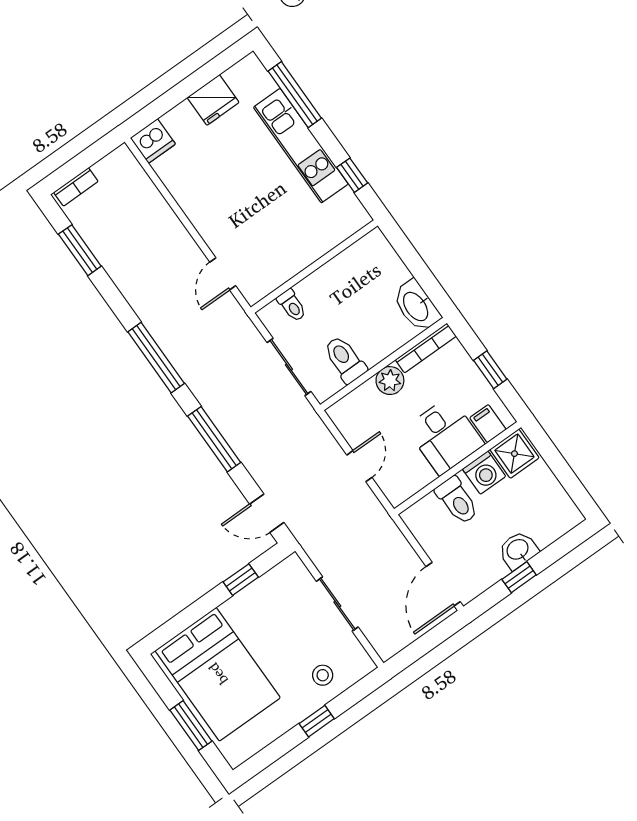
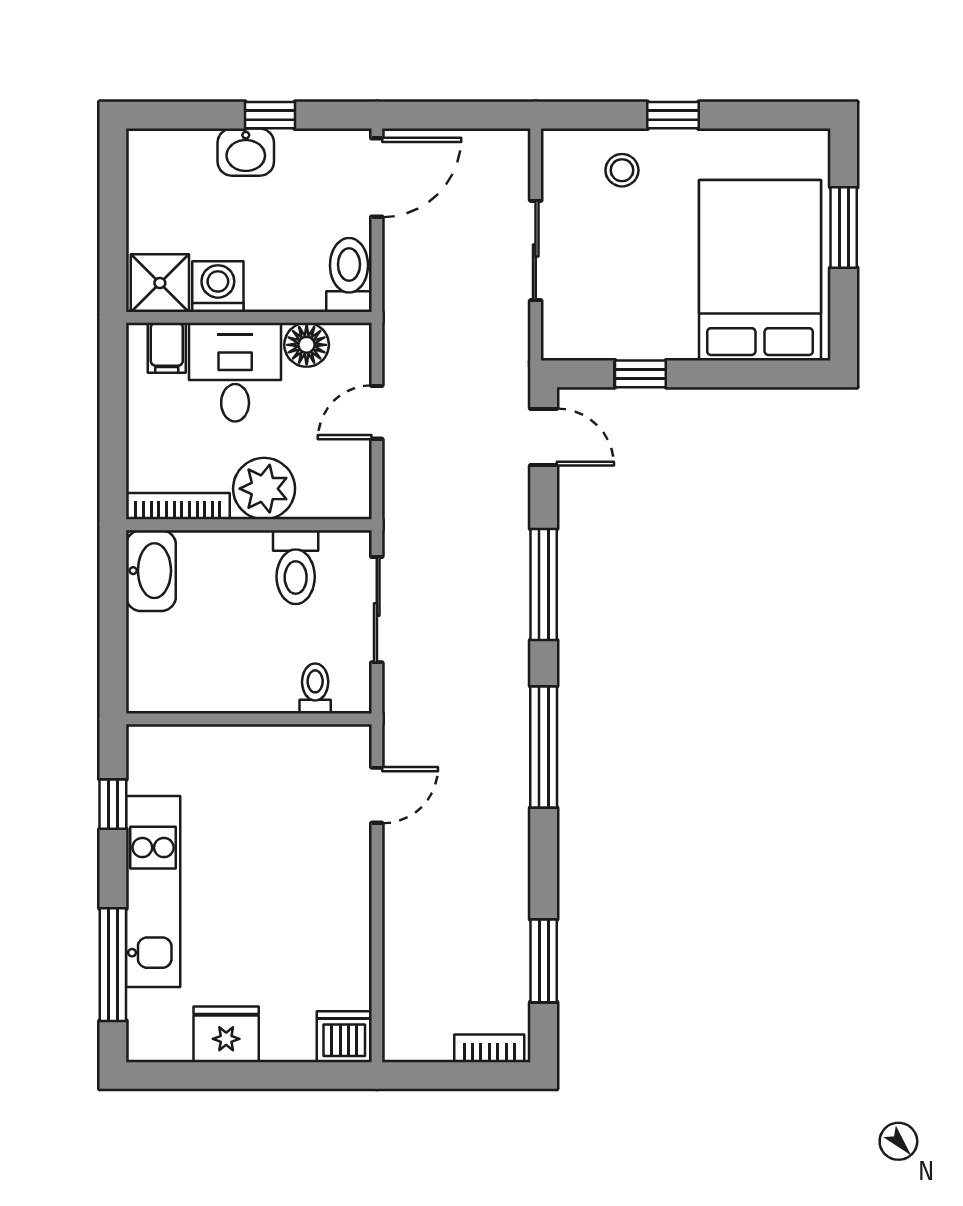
window: (490, 370) -> (113, 417), removed
plant: (390, 381) -> (264, 489), width x1.36, depth x1.36
floor lamp: (419, 475) -> (307, 345), added
toilet: (457, 501) -> (349, 275), moved

